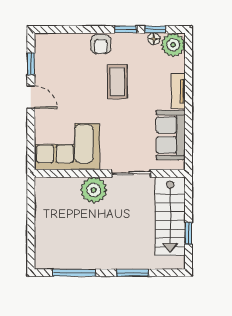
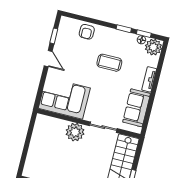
armchair: (101, 44) -> (87, 32), moved
coffee table: (117, 82) -> (109, 63), turned 90

